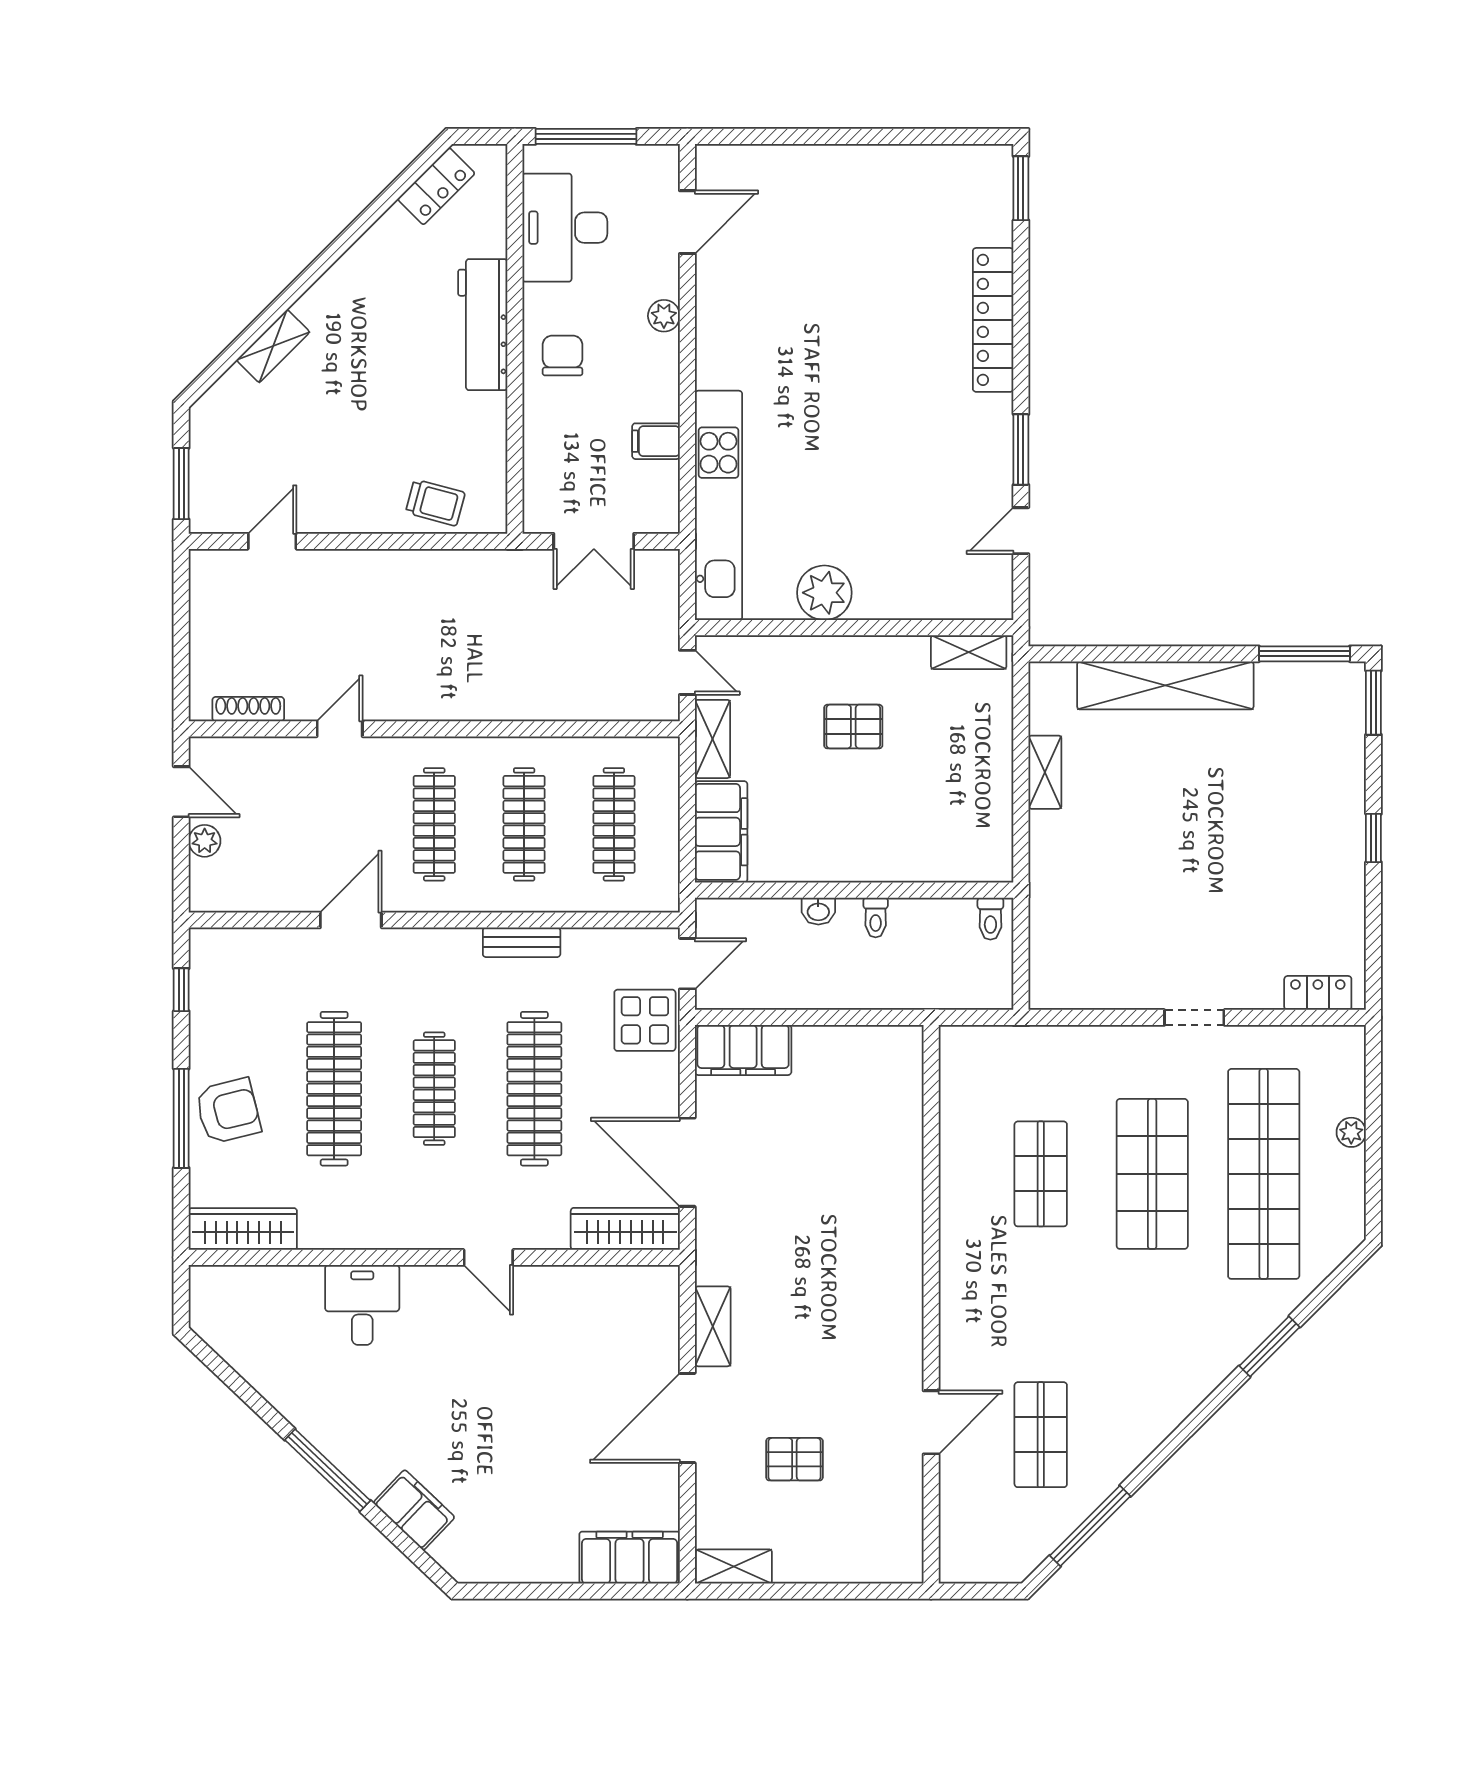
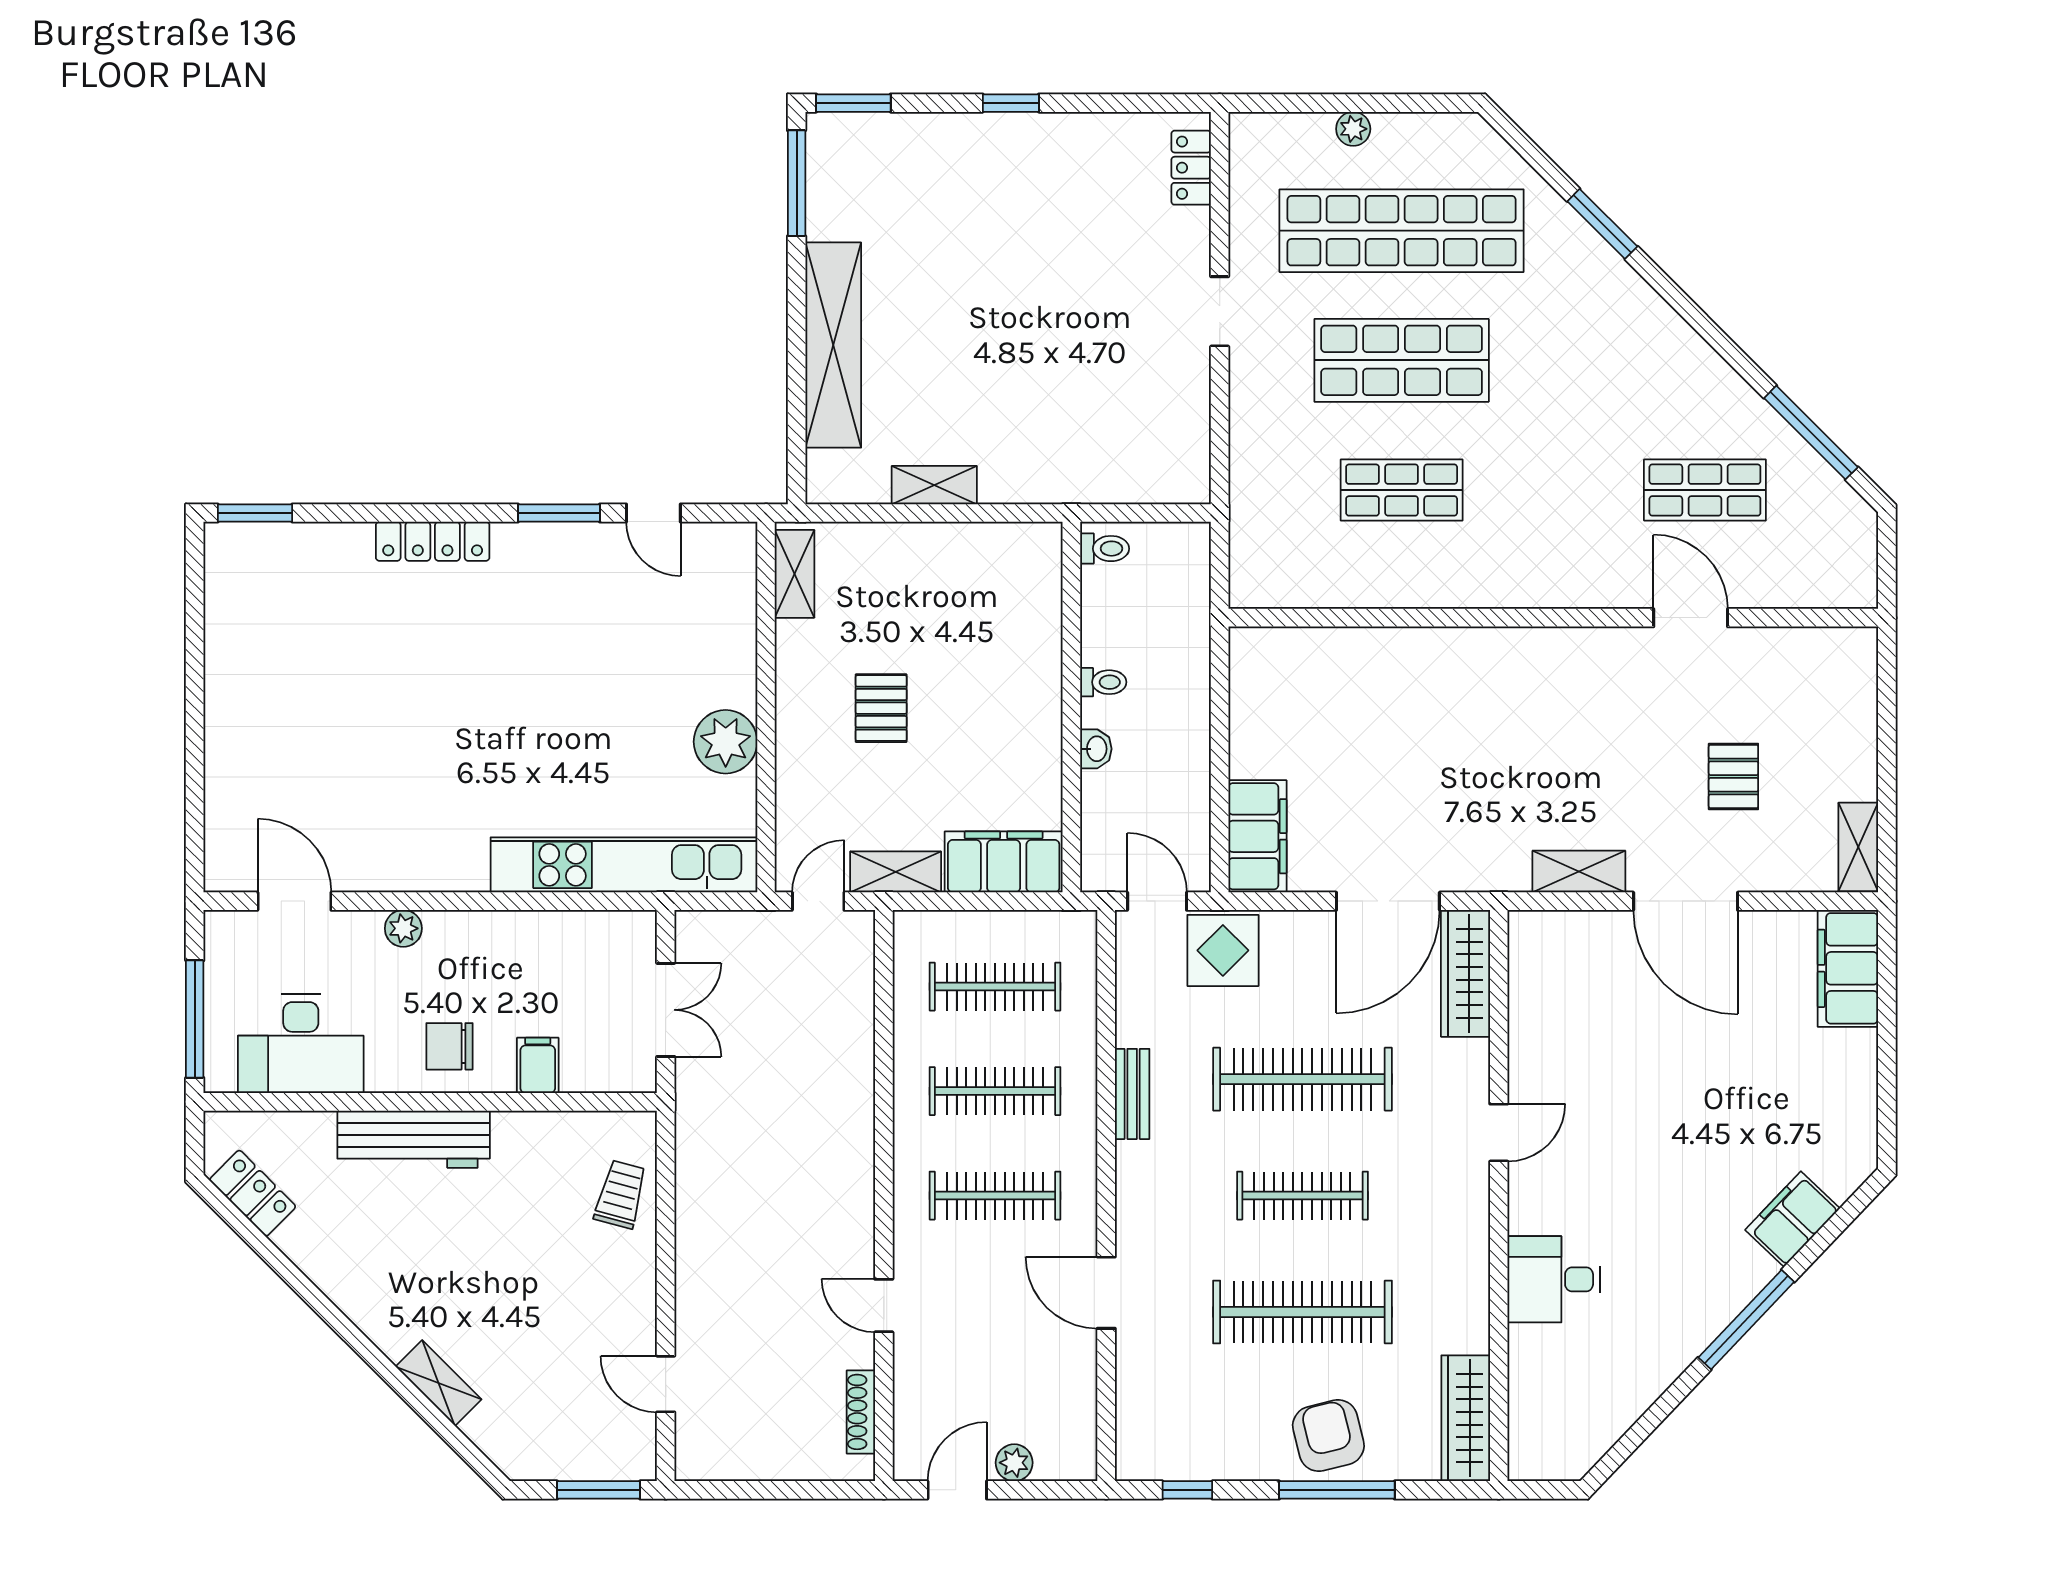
locker: (993, 320) -> (433, 541), width x0.71, depth x0.83
filing cabinet: (656, 441) -> (538, 1065), moved, turned 180

